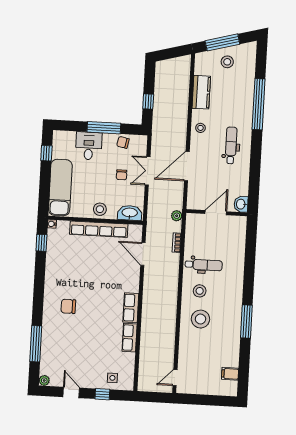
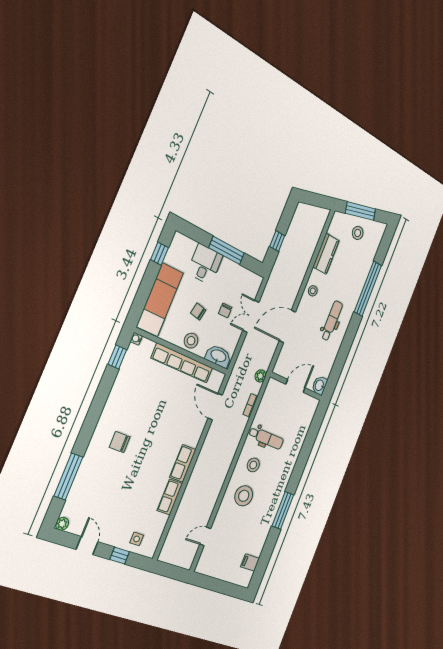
chair: (123, 142) -> (198, 311), moved
door: (175, 378) -> (205, 536), moved

